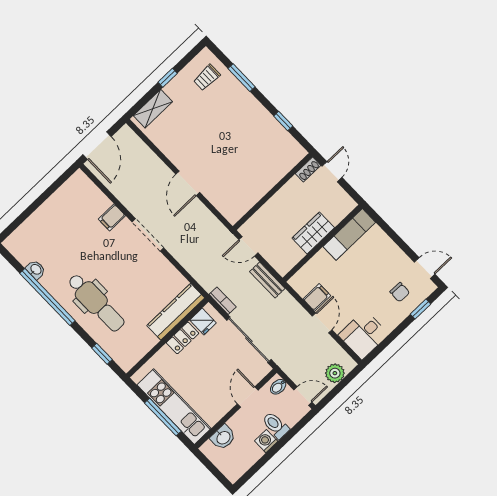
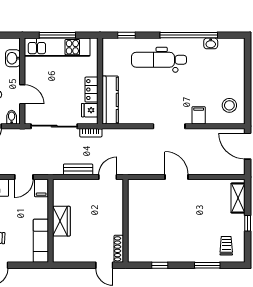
shoe rack: (308, 169) -> (119, 249), width x1.43
stool: (76, 198) -> (229, 105), added
wardrobe: (313, 233) -> (61, 221), moved
exam couch: (349, 234) -> (41, 241), moved
wall: (322, 243) -> (51, 221), moved
door: (322, 323) -> (24, 177), hinge flipped

